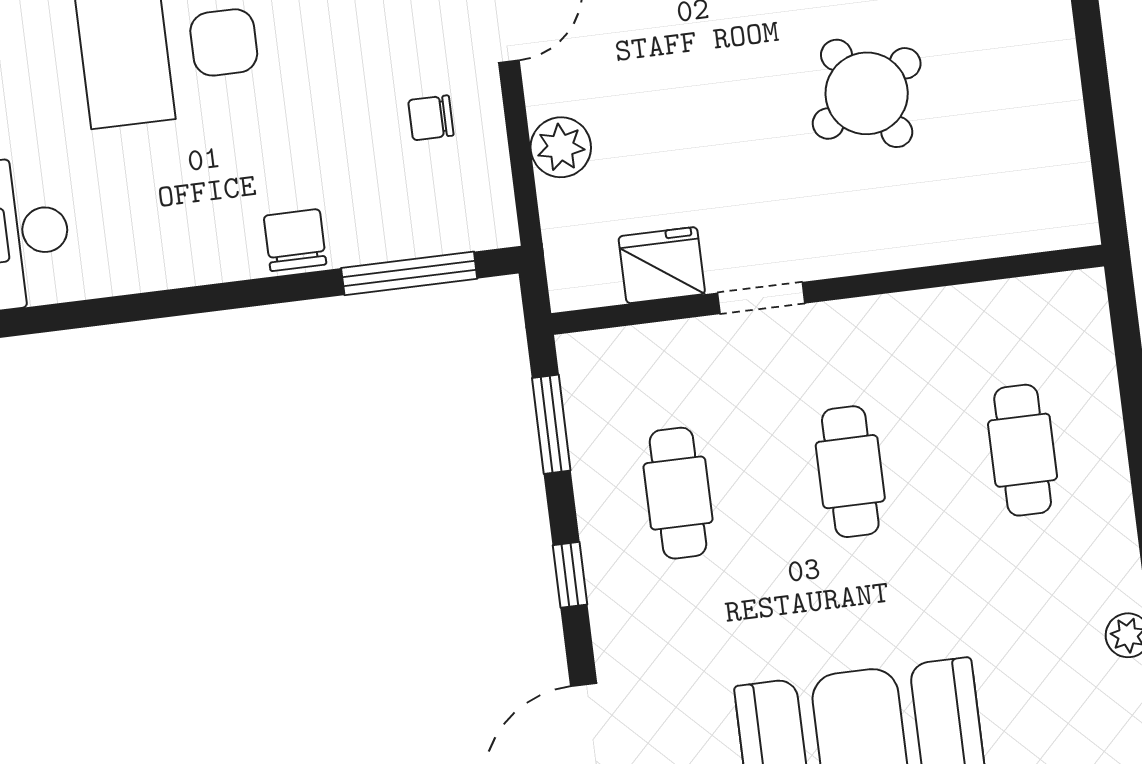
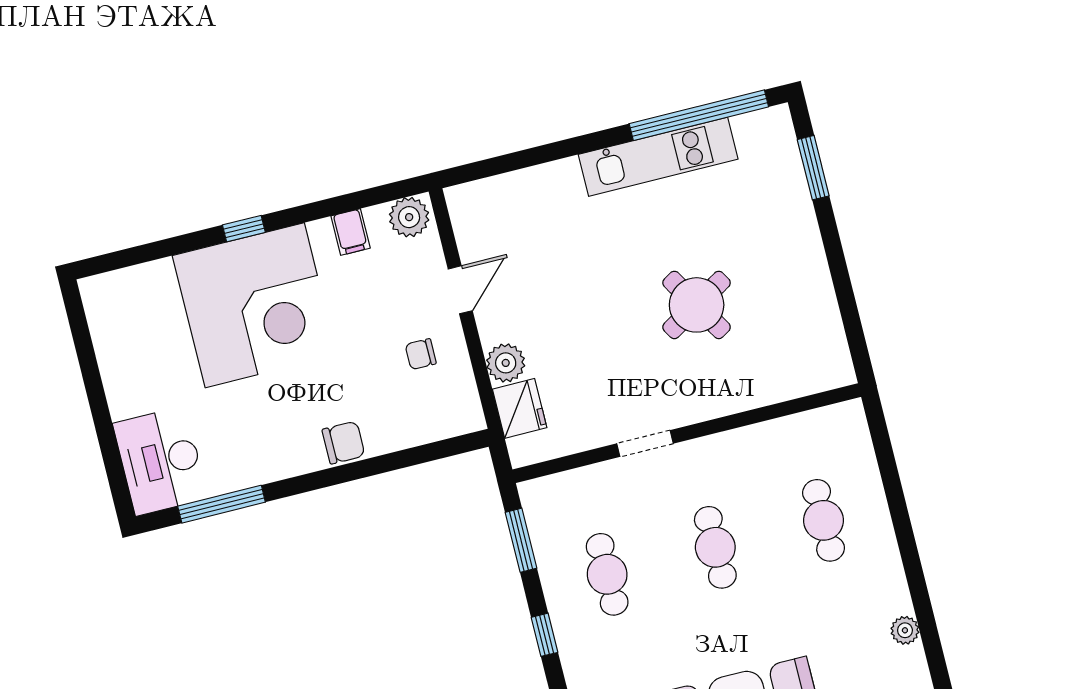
chair: (295, 240) -> (343, 443), turned 90
fridge: (662, 265) -> (520, 408), moved, turned 90
window: (409, 273) -> (222, 504), moved

